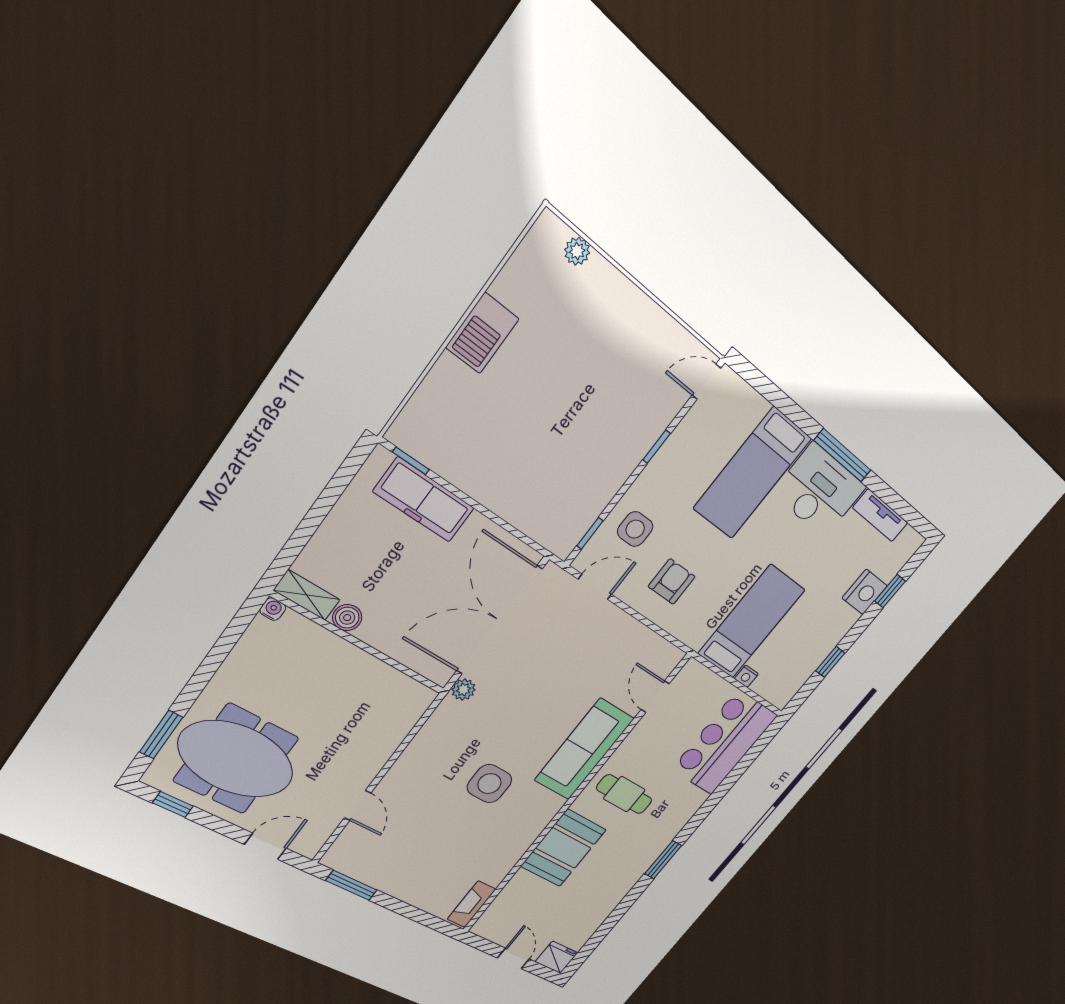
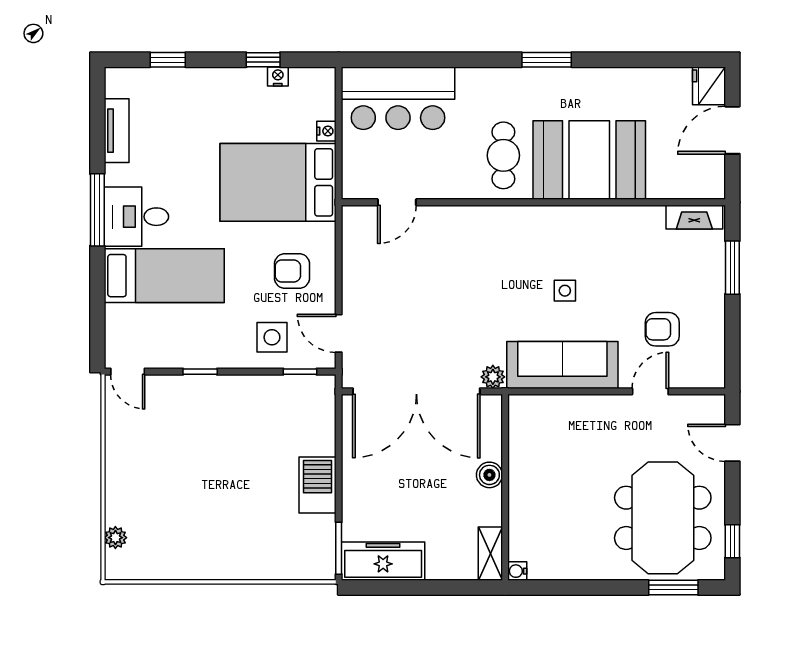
barbecue: (482, 333) -> (317, 485), moved, turned -90
window: (411, 461) -> (339, 548), width x1.50
desk: (819, 490) -> (136, 217), width x0.73
freezer: (424, 500) -> (383, 561), moved, turned -90
nightstand: (865, 592) -> (278, 76), moved, width x0.53, depth x0.56
boiler: (347, 618) -> (489, 475), moved
bed: (751, 622) -> (278, 182), width x1.50
sofa: (584, 749) -> (562, 365), moved, turned 180
side table: (489, 784) -> (565, 291), width x0.54, depth x0.54
armchair: (402, 840) -> (662, 329), added
booth: (563, 848) -> (589, 160), width x1.36, depth x1.42
window: (351, 885) -> (732, 268), moved
door: (513, 958) -> (732, 130), width x1.38

